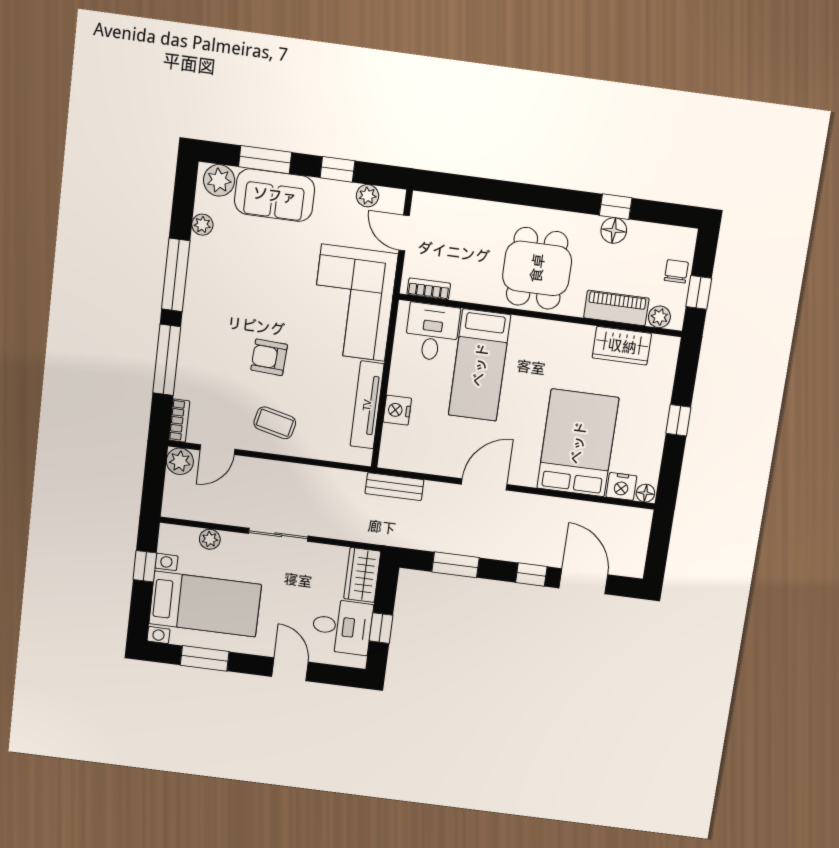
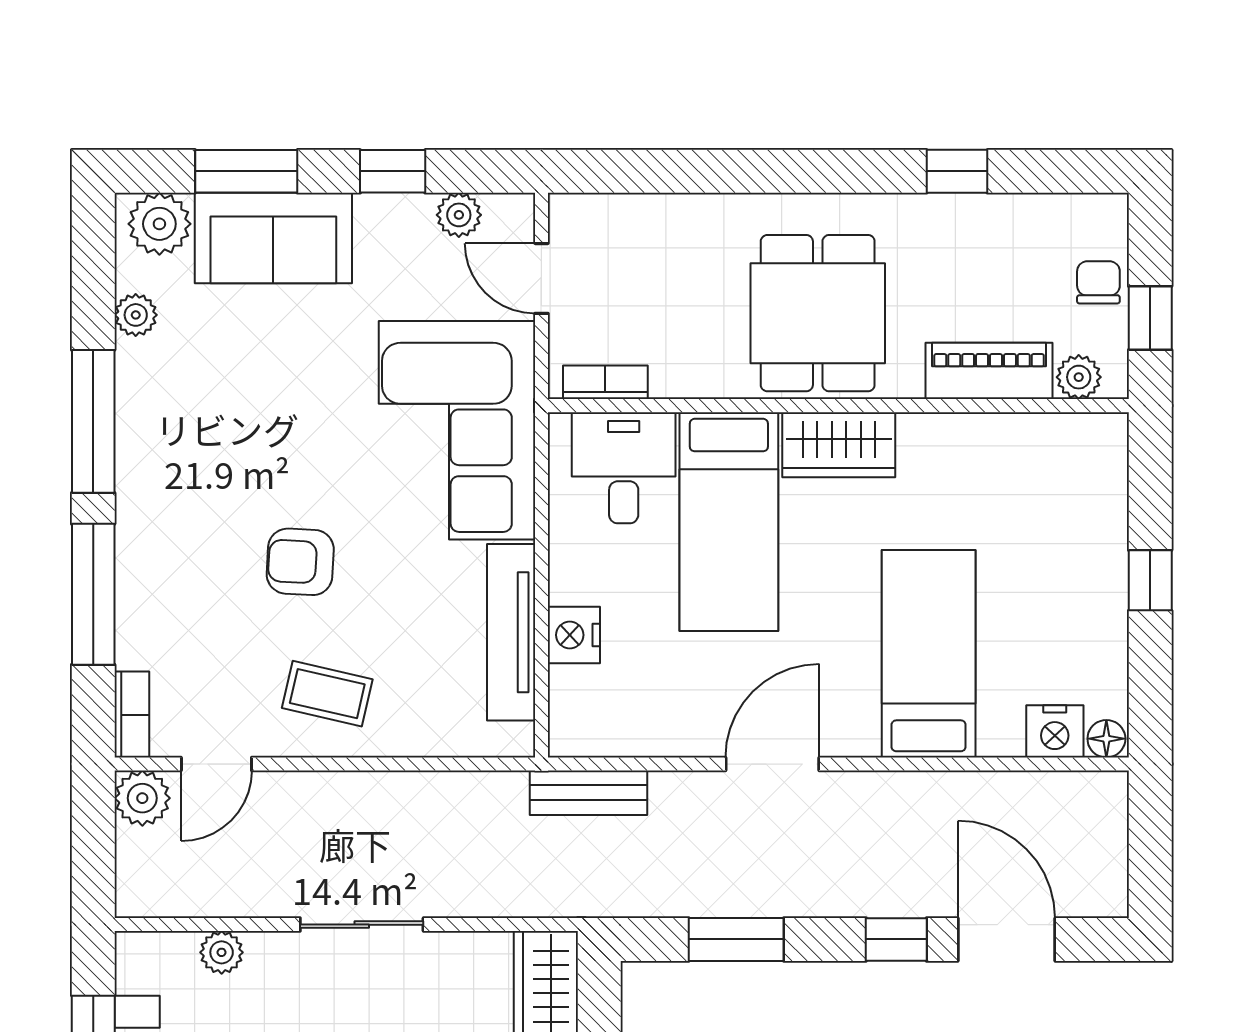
floor lamp: (614, 230) -> (960, 218), removed
wardrobe: (622, 346) -> (839, 445), moved
bed: (578, 443) -> (929, 654), width x0.67

